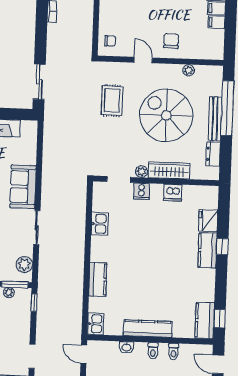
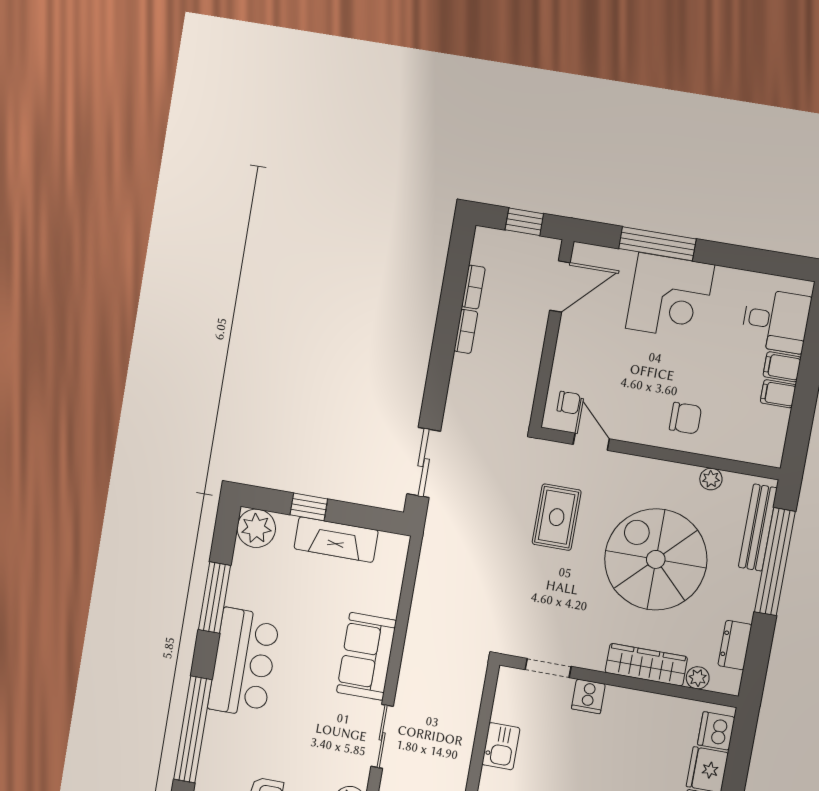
chair: (171, 41) -> (685, 418), turned 90
door: (143, 60) -> (591, 442), moved
bench: (215, 119) -> (758, 528), moved
plant: (142, 172) -> (698, 678), moved
dishwasher: (173, 193) -> (716, 731), moved, turned 90

